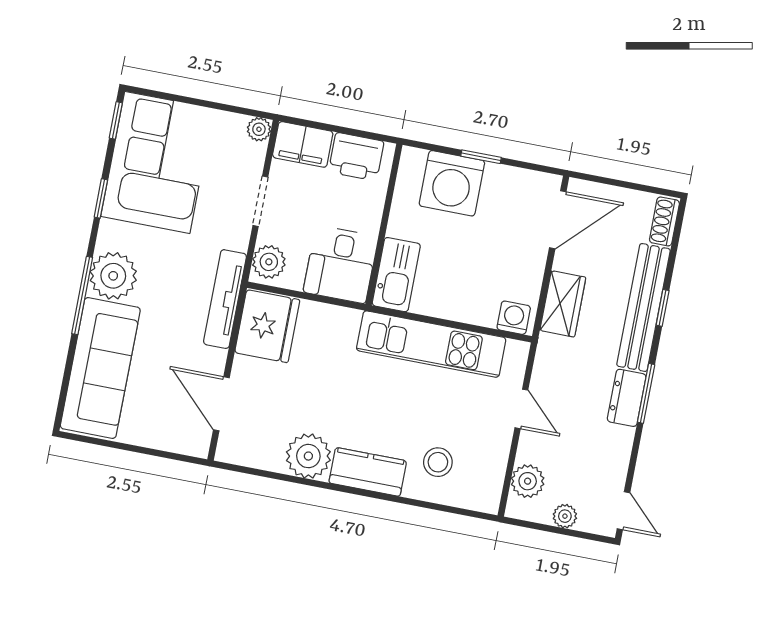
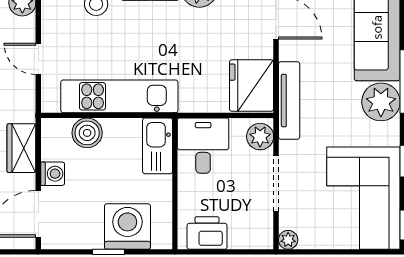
filing cabinet: (303, 144) -> (251, 235), removed
doorway: (260, 201) -> (276, 183), width x1.38
boiler: (479, 307) -> (87, 133), added
washing machine: (514, 318) -> (53, 174), moved, turned -90

